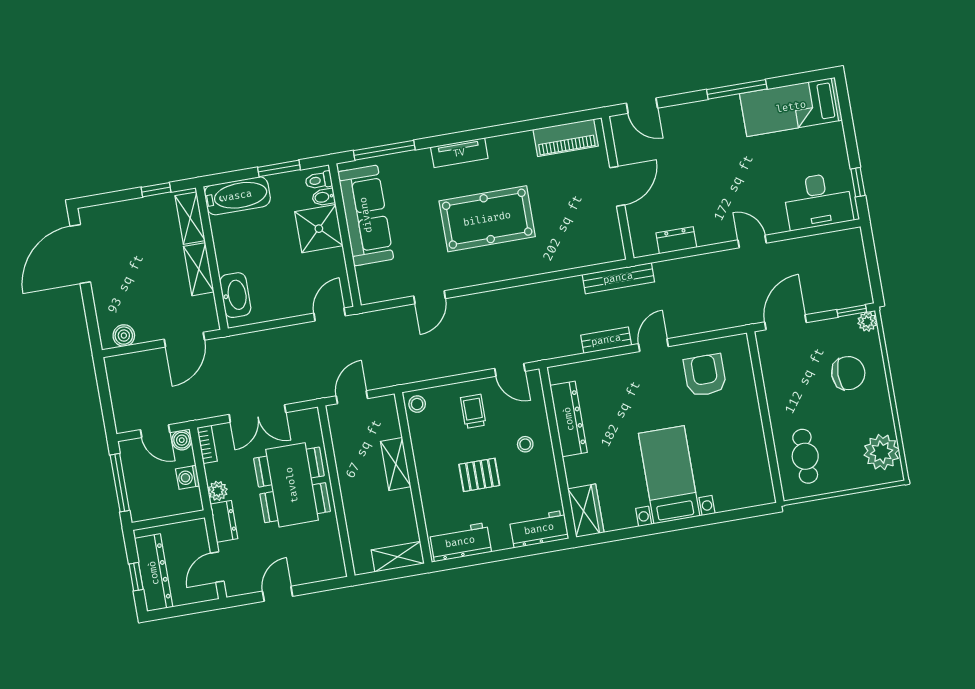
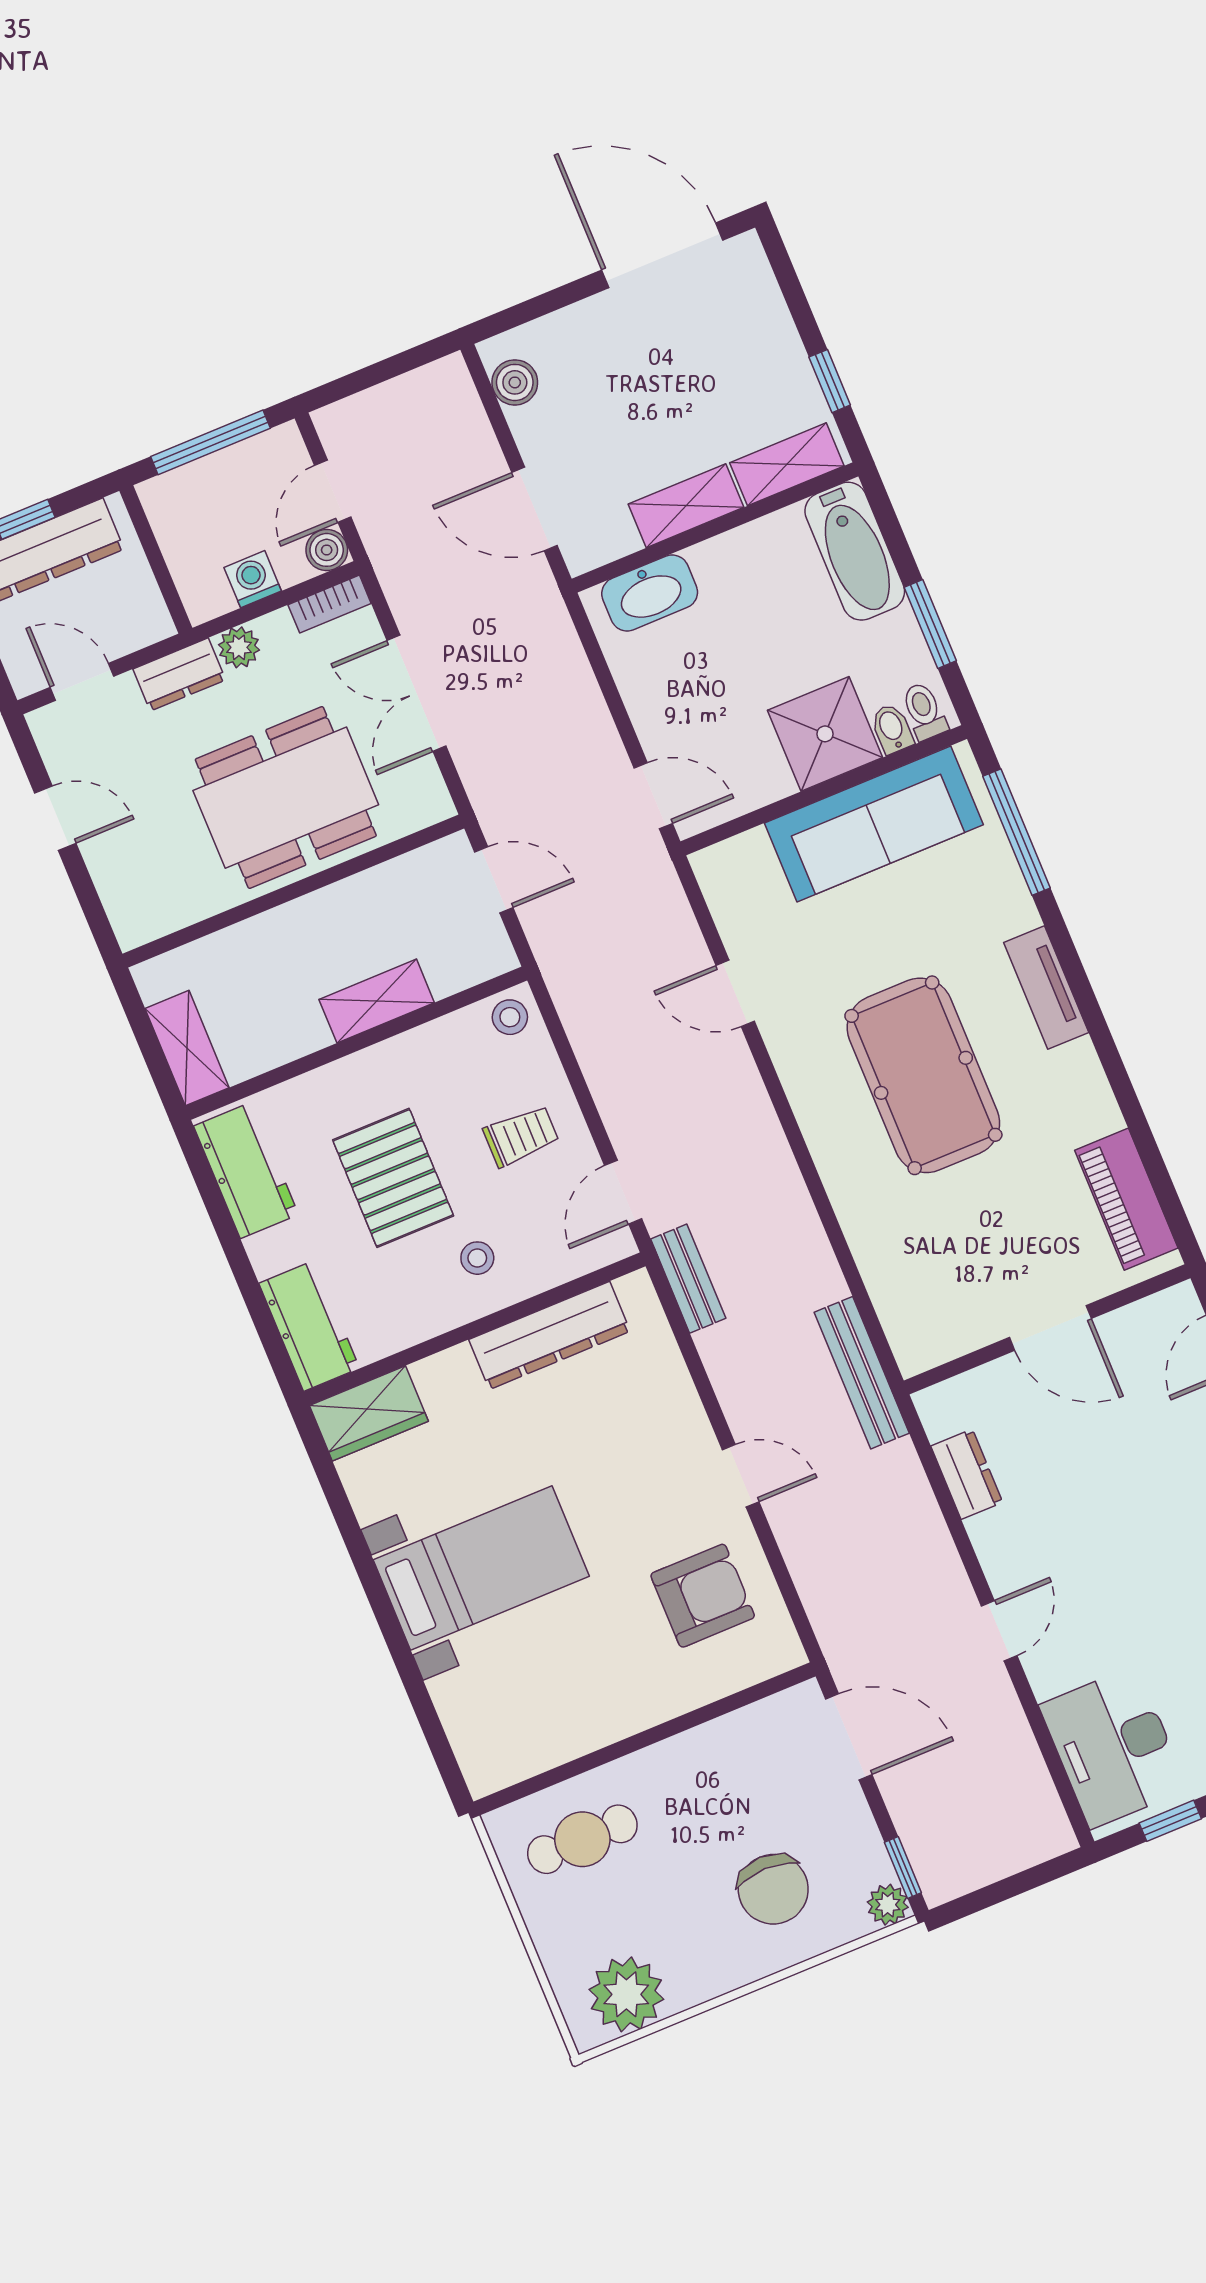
bench: (606, 340) -> (688, 1279), moved
pallet: (479, 475) -> (393, 1178), width x1.50, depth x1.42

